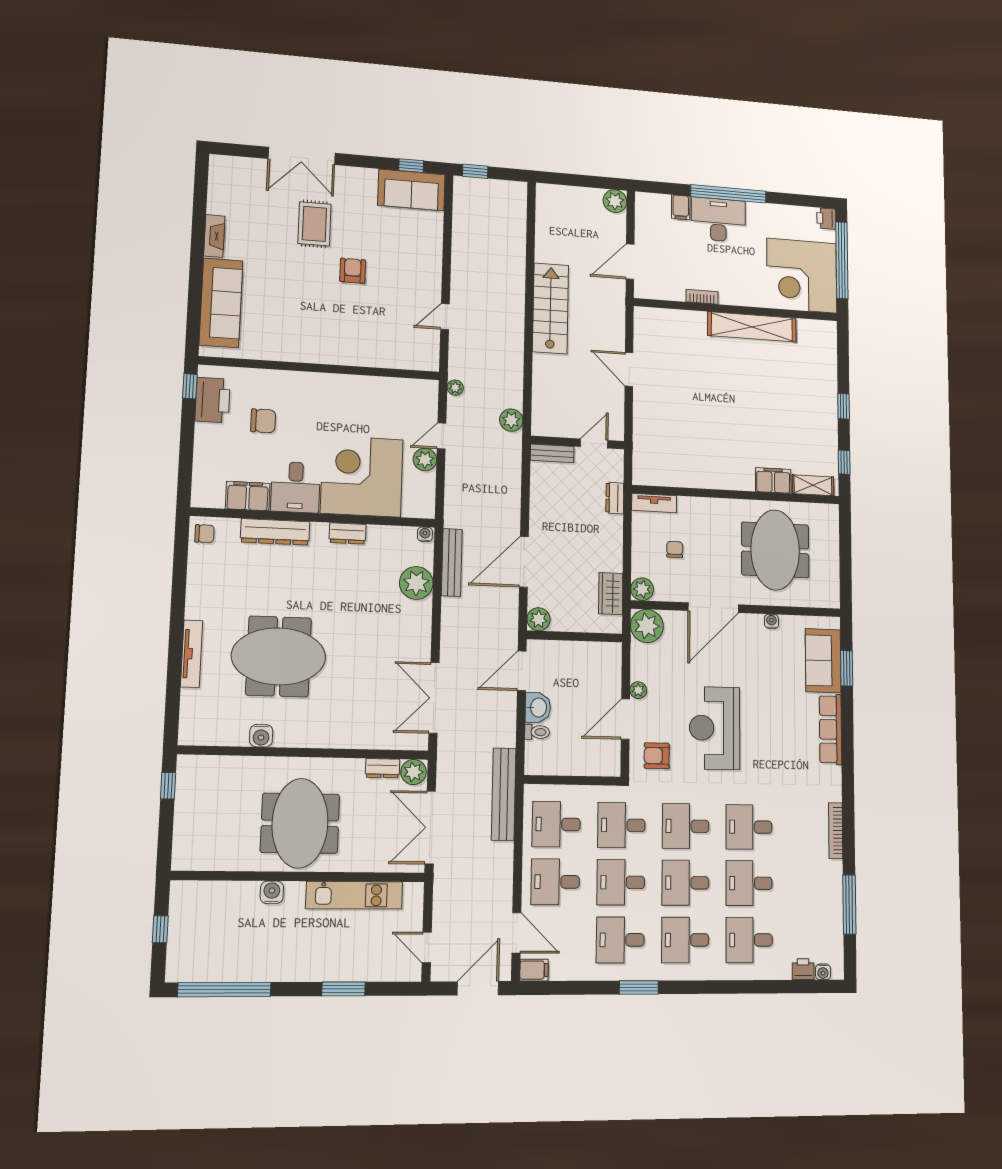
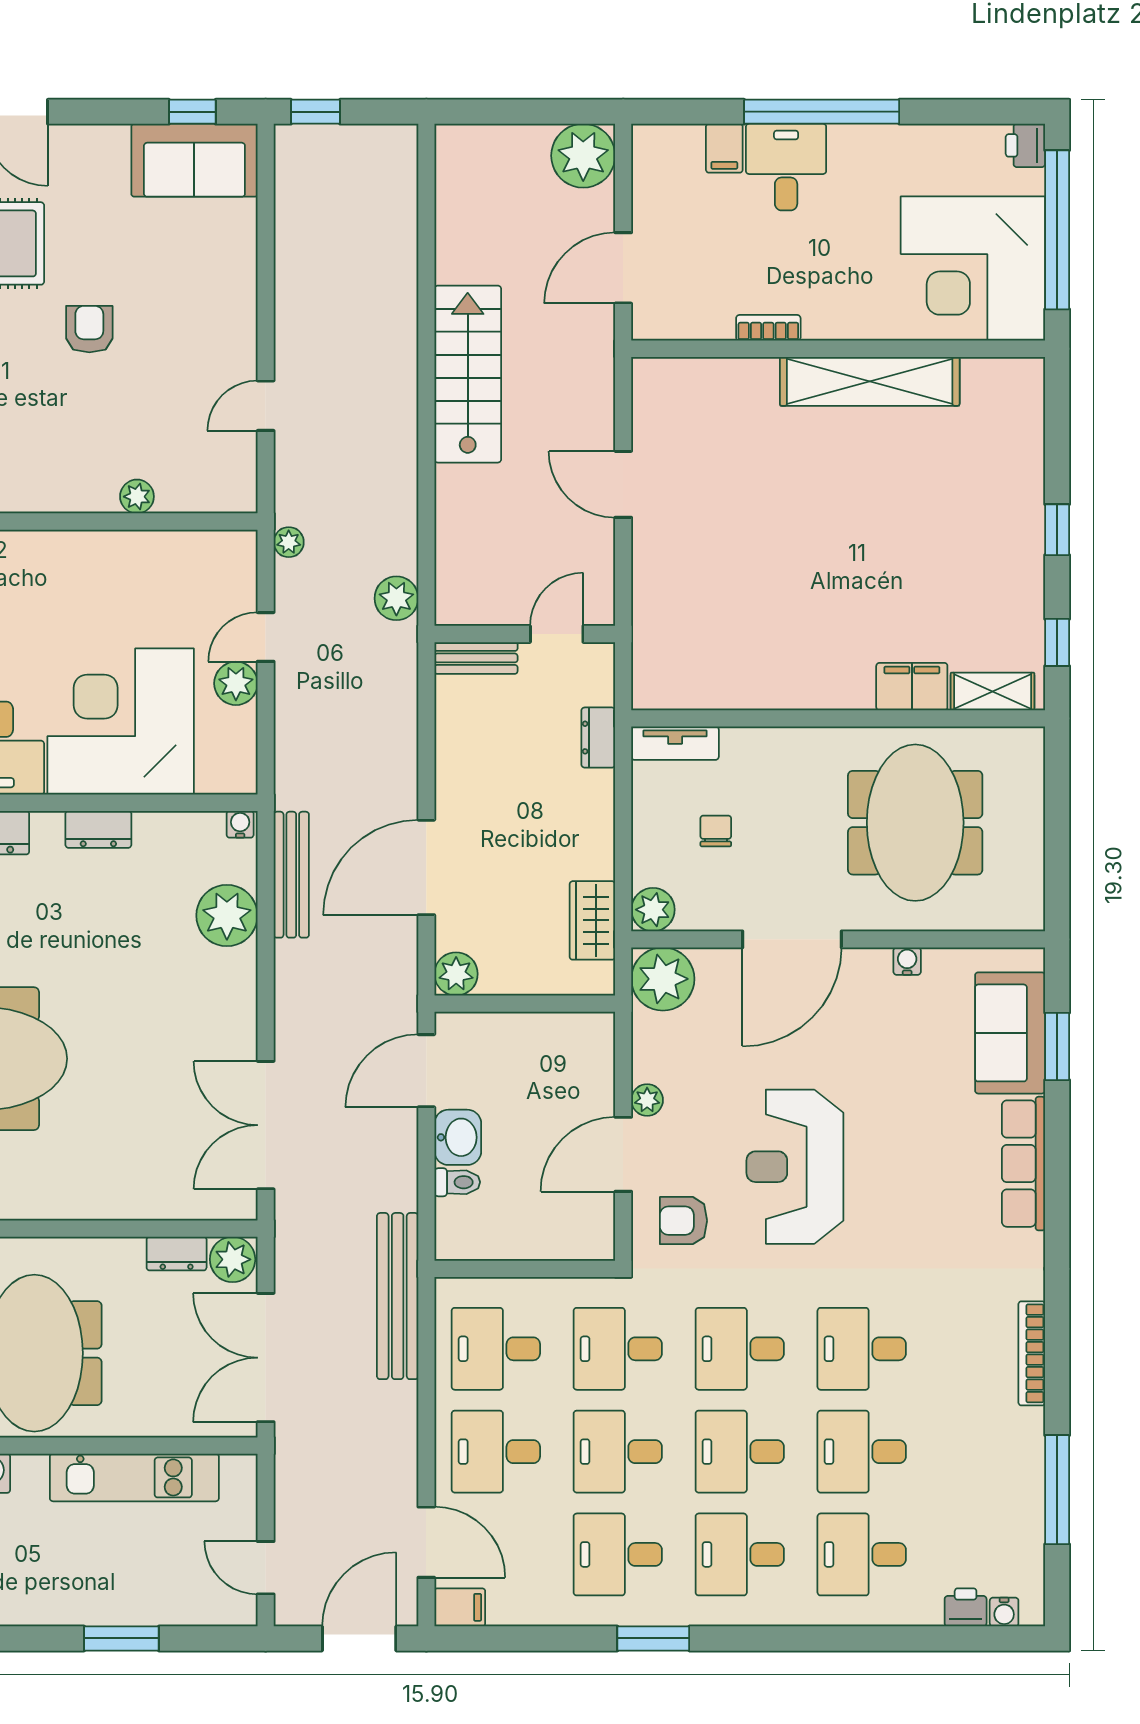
plant: (615, 201) -> (583, 156), width x1.36, depth x1.36
desk: (718, 220) -> (786, 167), width x0.73
plant: (375, 359) -> (137, 497), added

